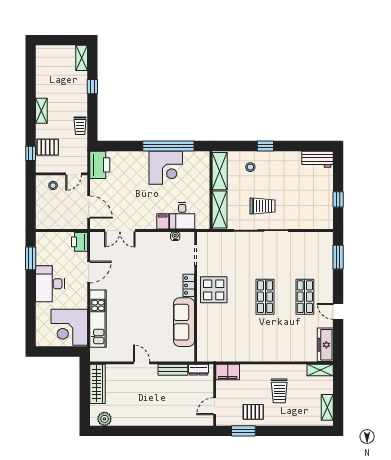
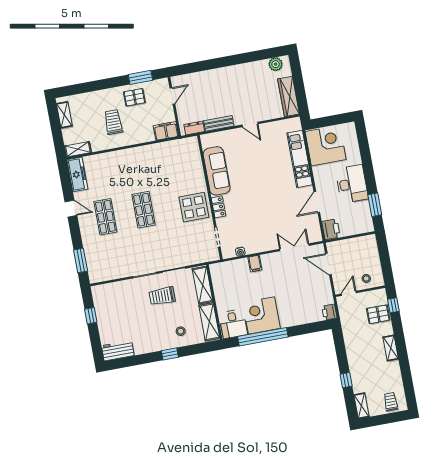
trolley: (80, 126) -> (391, 402), moved
printer: (100, 165) -> (329, 312), width x0.53, depth x0.68
desk: (182, 216) -> (233, 324), moved, turned 180

